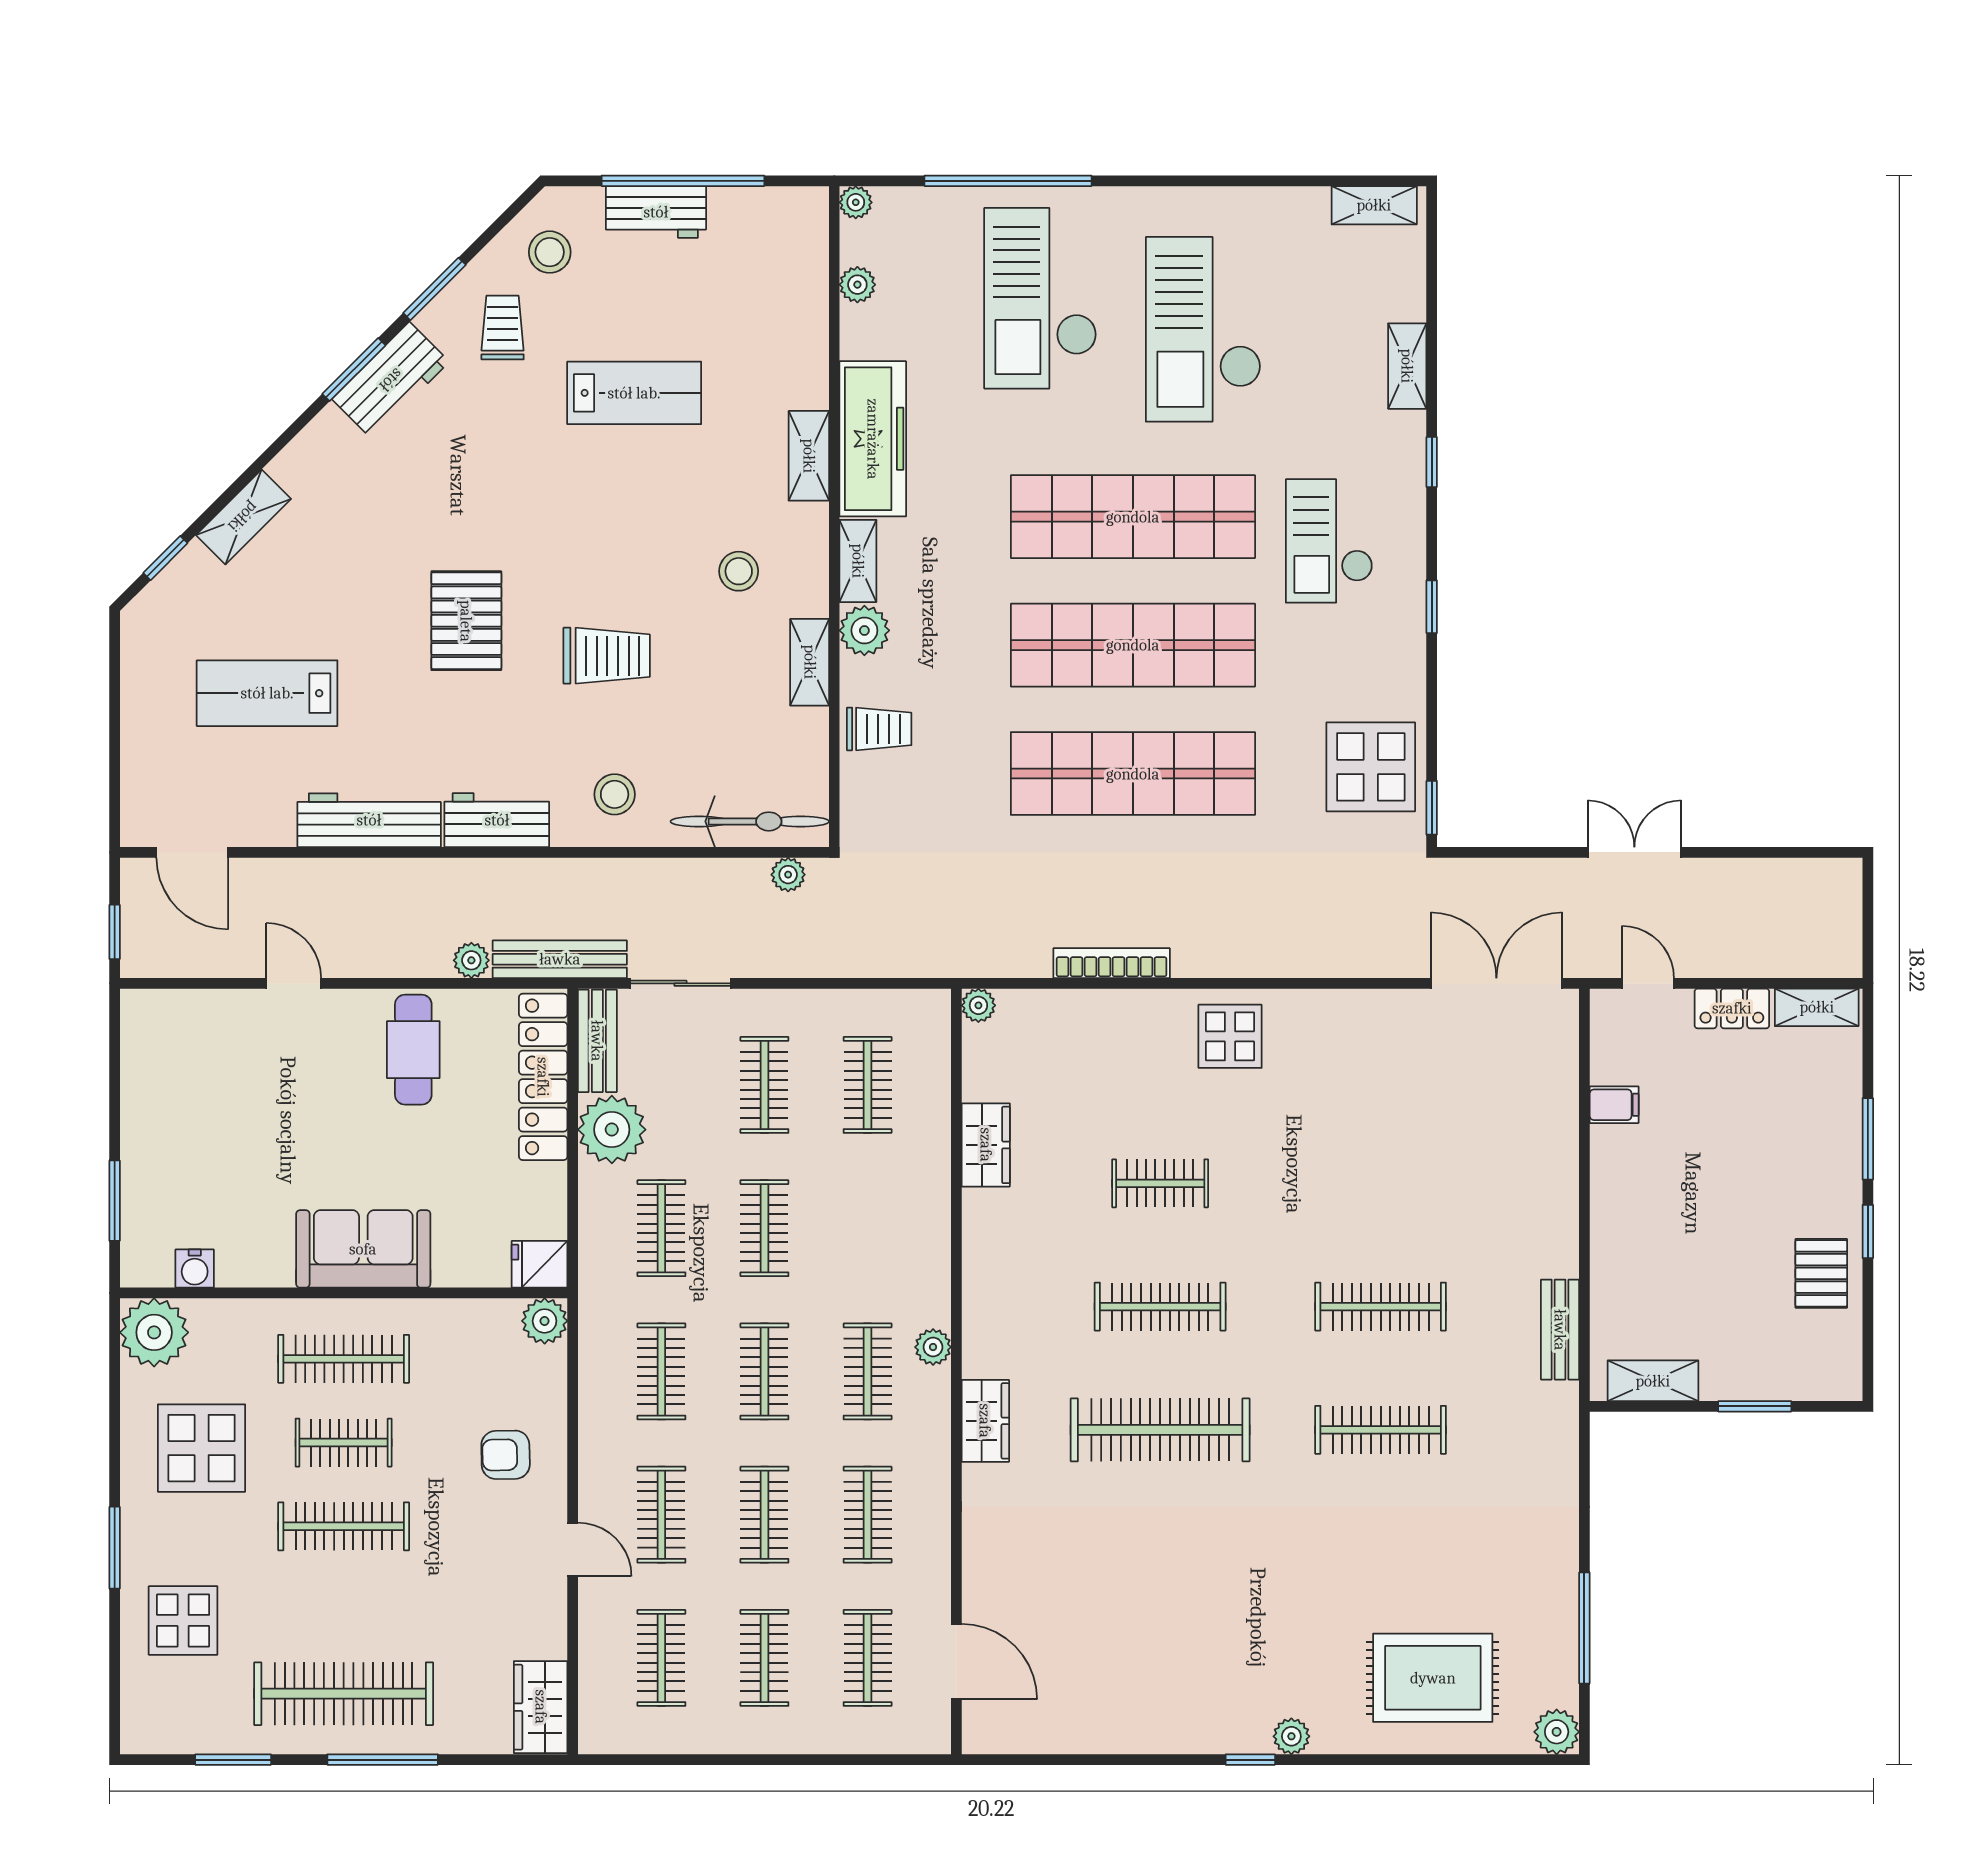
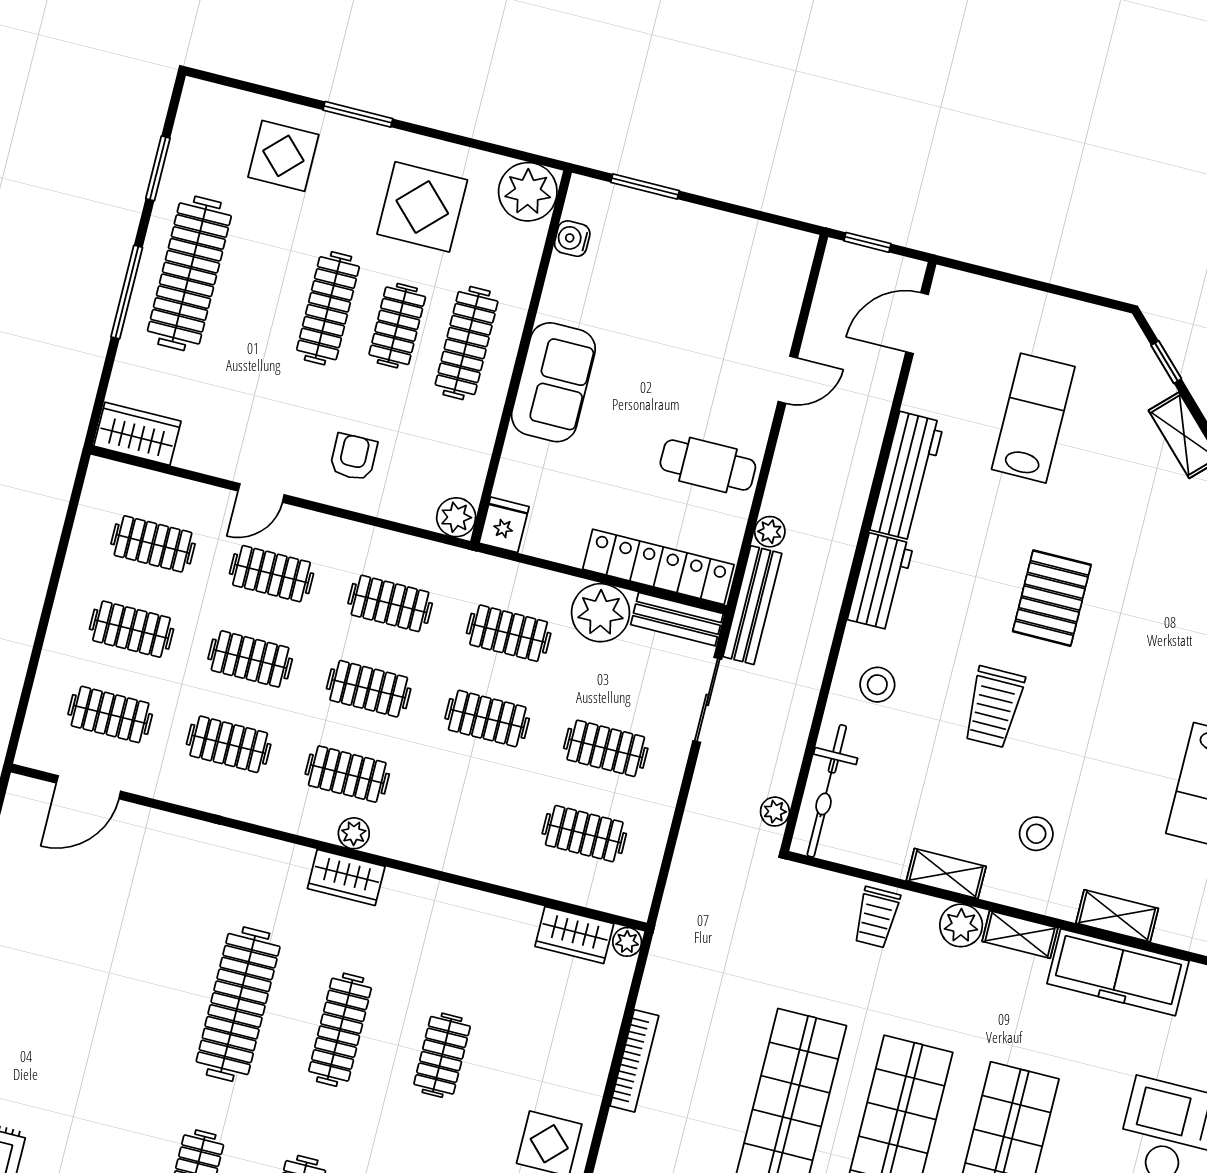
pallet: (466, 621) -> (1052, 598), turned 90
wardrobe: (986, 1145) -> (574, 935), moved
wardrobe: (985, 1421) -> (346, 877), moved

